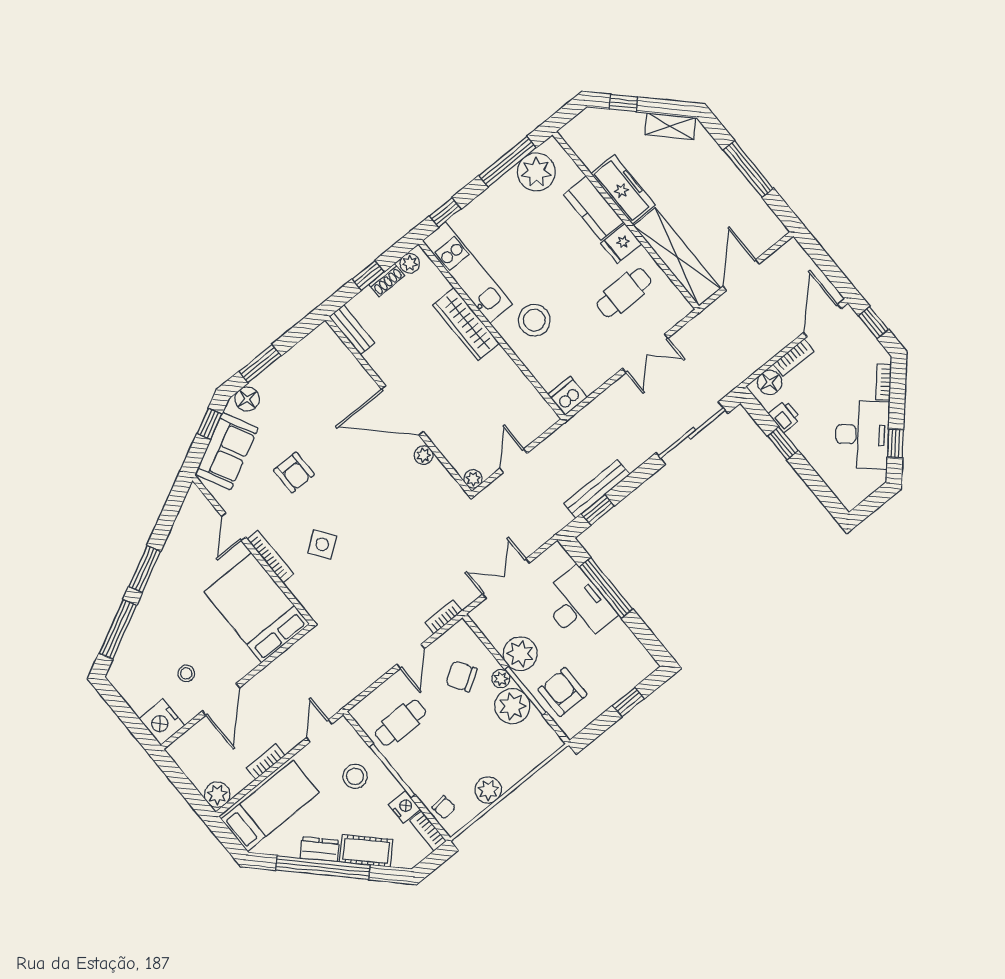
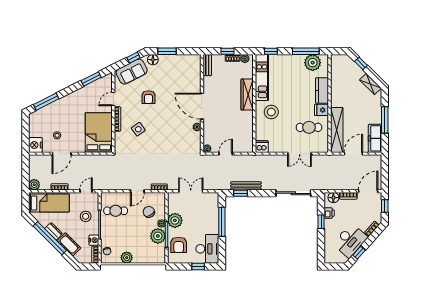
freezer: (623, 189) -> (375, 138), moved, turned 180
window: (145, 569) -> (91, 79), moved
desk: (578, 606) -> (207, 249), moved
armchair: (562, 692) -> (179, 245), turned 180

